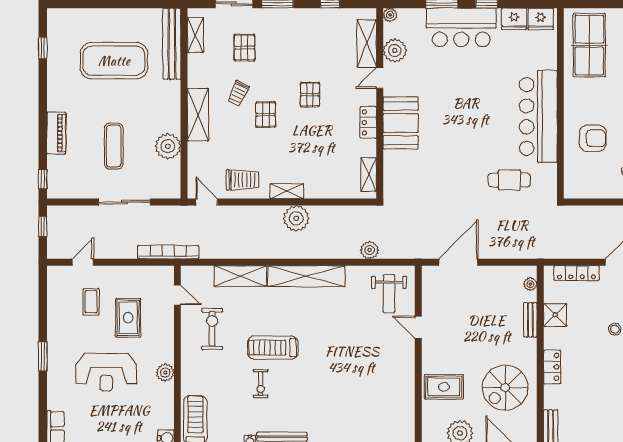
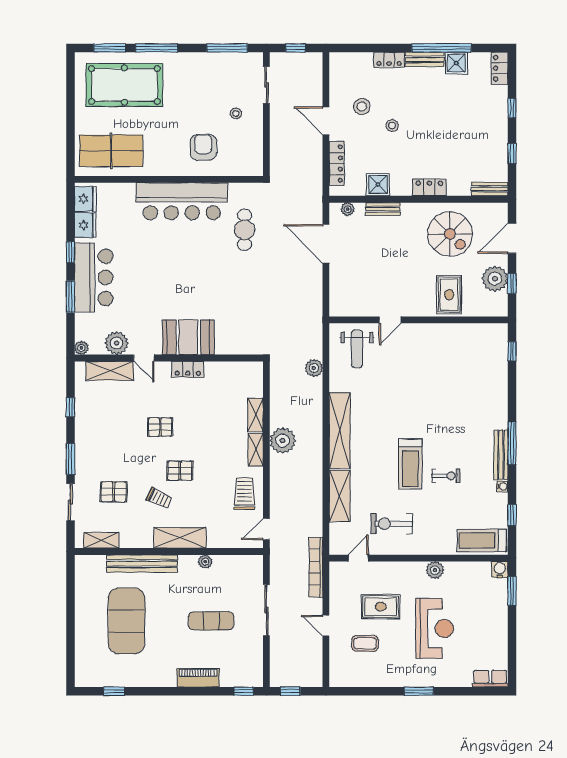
bench: (172, 44) -> (142, 564), moved
plant: (168, 146) -> (205, 562), width x0.53, depth x0.53
shelving: (369, 175) -> (255, 415), moved, turned 90
door: (83, 262) -> (326, 626), moved
door: (458, 262) -> (326, 244), moved
weight bench: (389, 294) -> (357, 349), turned 90

